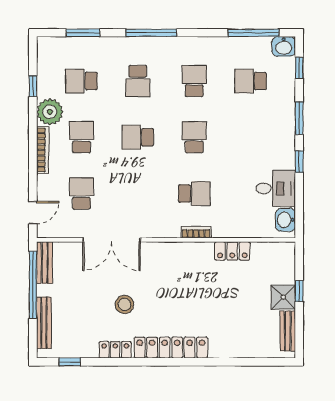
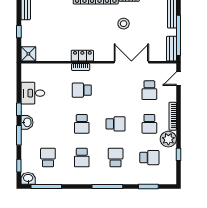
school desk: (251, 81) -> (48, 158), turned -90
washbasin: (286, 220) -> (27, 122), moved
locker: (232, 251) -> (82, 56), moved
shower: (283, 297) -> (28, 54), moved

